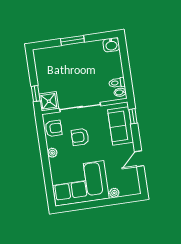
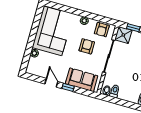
window: (133, 116) -> (68, 87), moved

